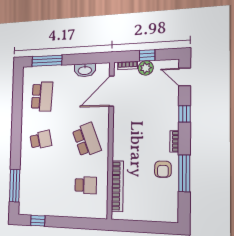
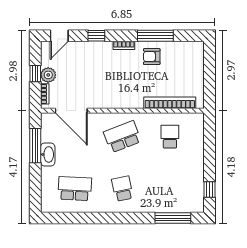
window: (47, 61) -> (35, 146), moved
washbasin: (85, 70) -> (48, 154), moved
armchair: (163, 169) -> (152, 57), turned 180

